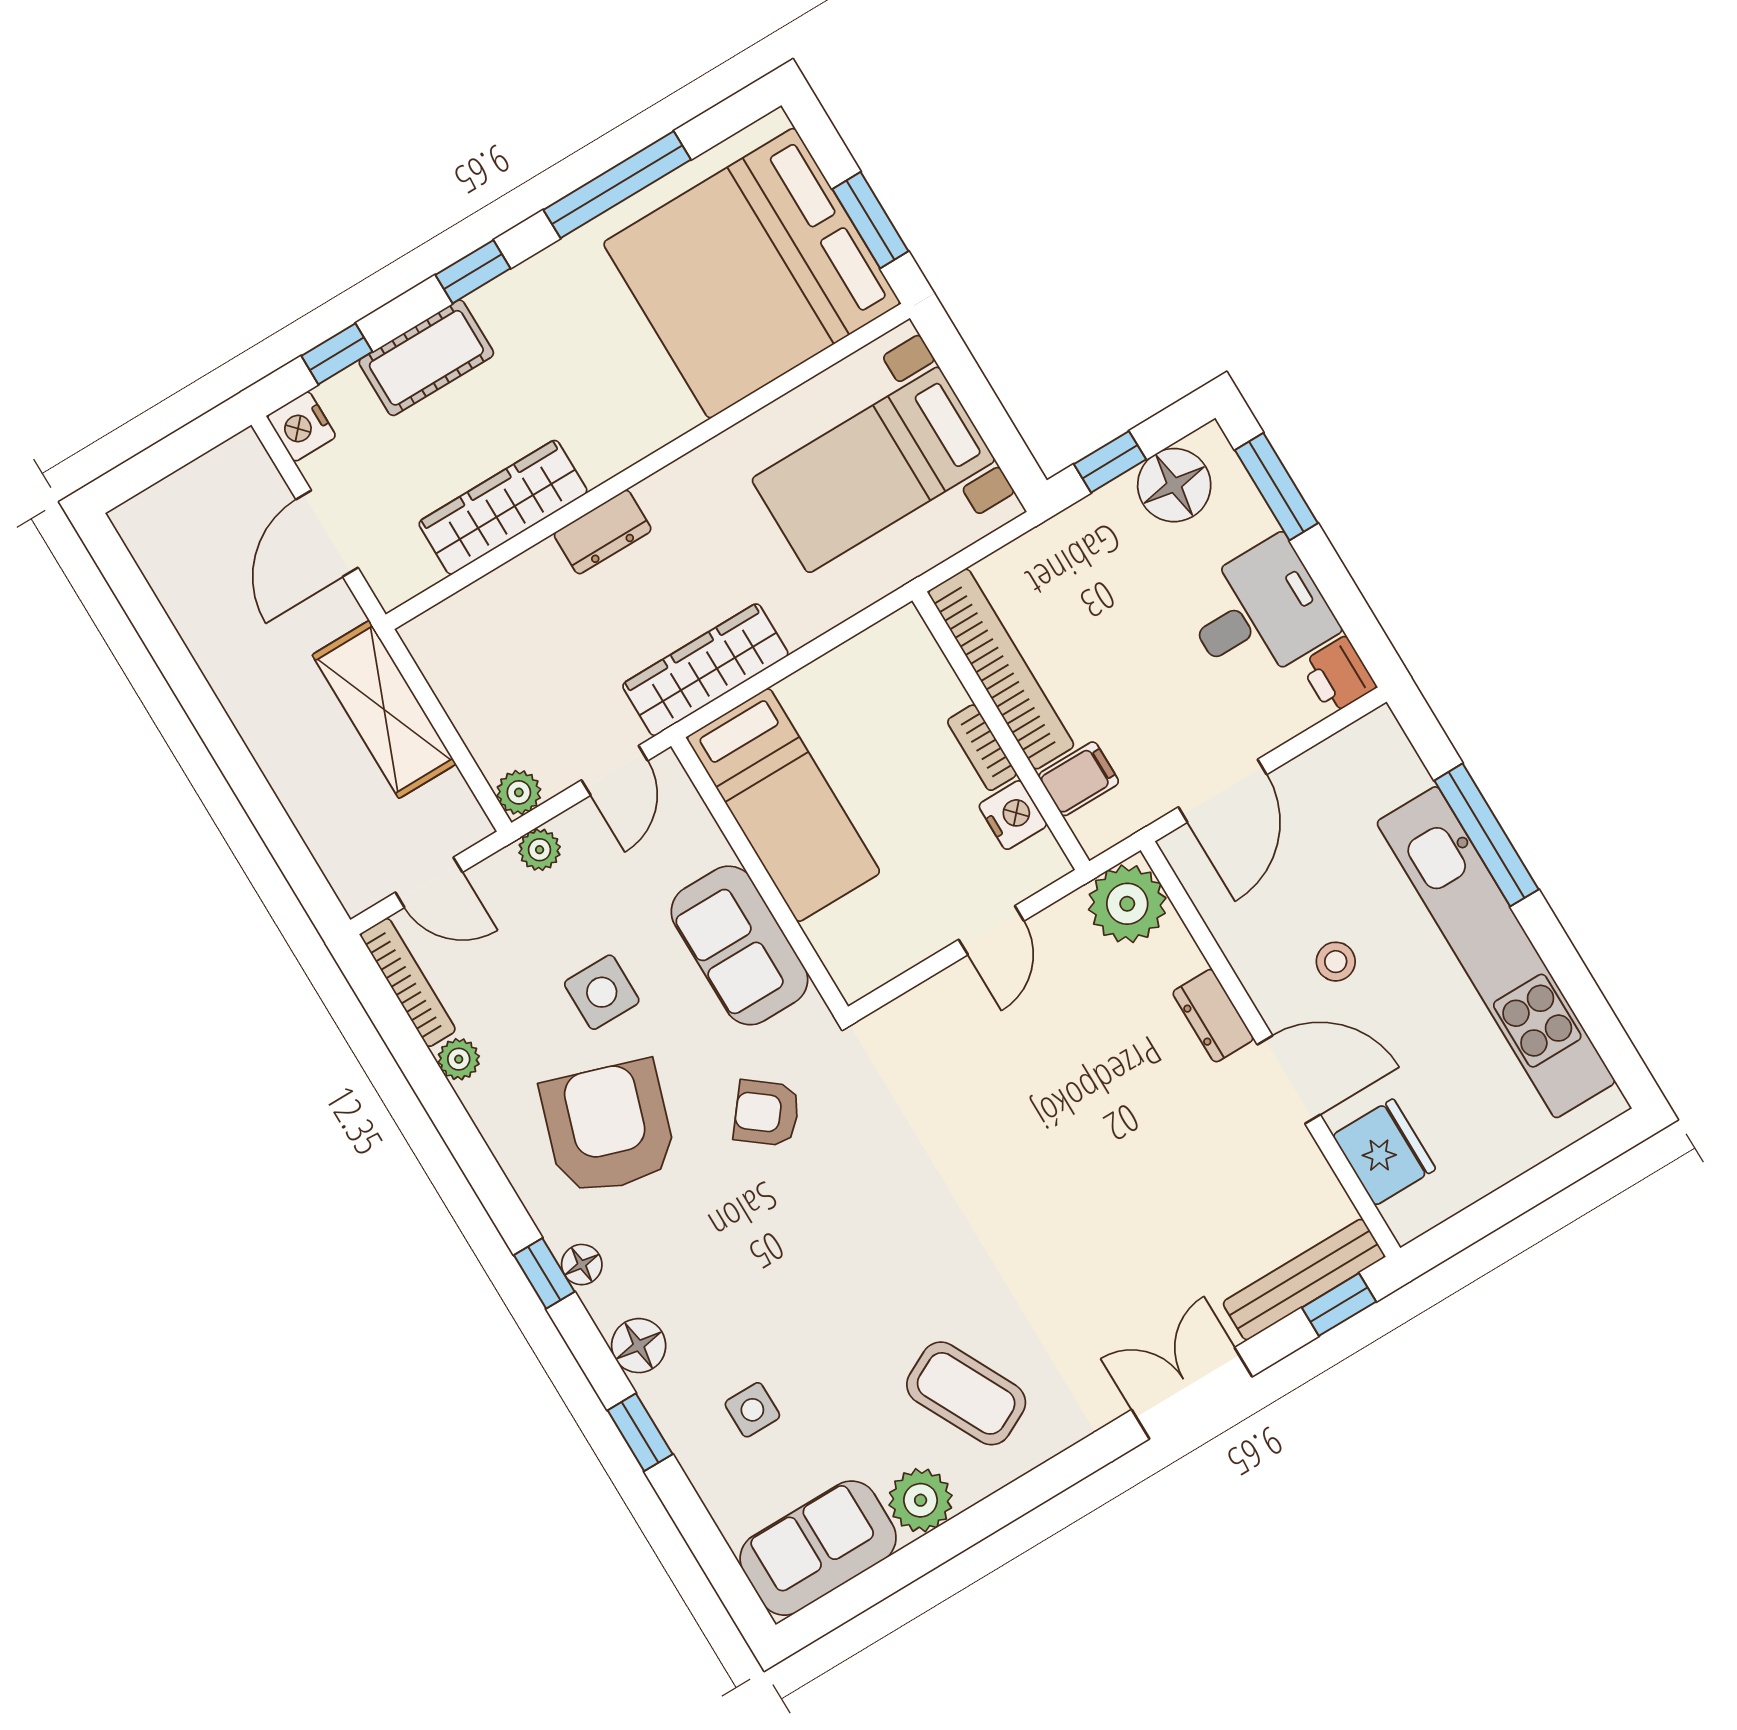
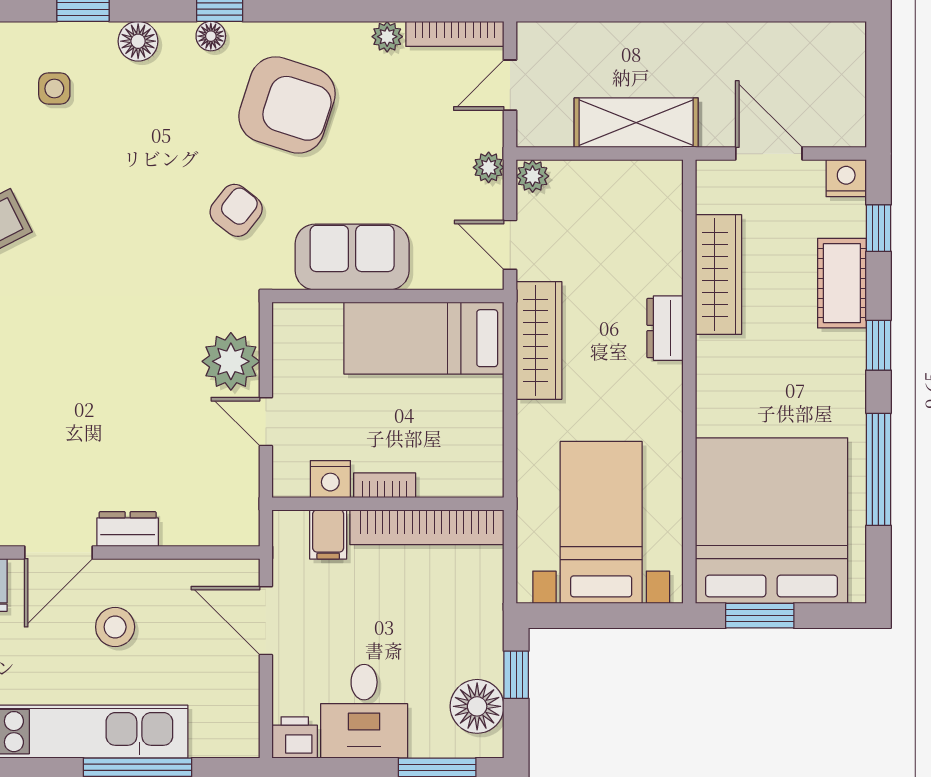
plant: (1127, 904) -> (231, 361), moved
stool: (1336, 962) -> (115, 627), width x1.37, depth x1.37
side table: (602, 992) -> (375, 152), removed

